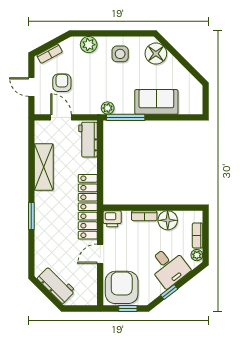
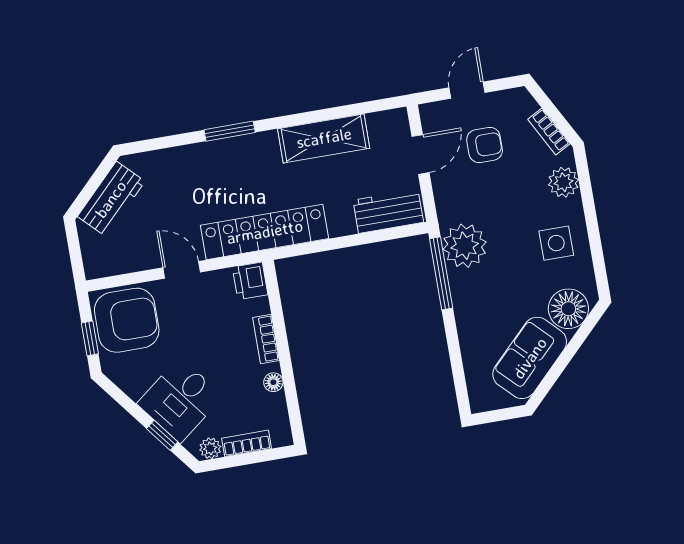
bookcase: (50, 54) -> (549, 131), moved
sofa: (156, 102) -> (530, 358), moved, turned -135
plant: (108, 108) -> (465, 246), width x1.87, depth x1.87
floor lamp: (168, 220) -> (273, 382), width x0.53, depth x0.53
window: (169, 292) -> (162, 435), moved

